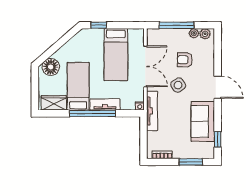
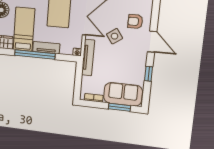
armchair: (185, 60) -> (135, 21), moved
sofa: (203, 121) -> (123, 94), moved, turned 90
window: (218, 139) -> (149, 74), moved

